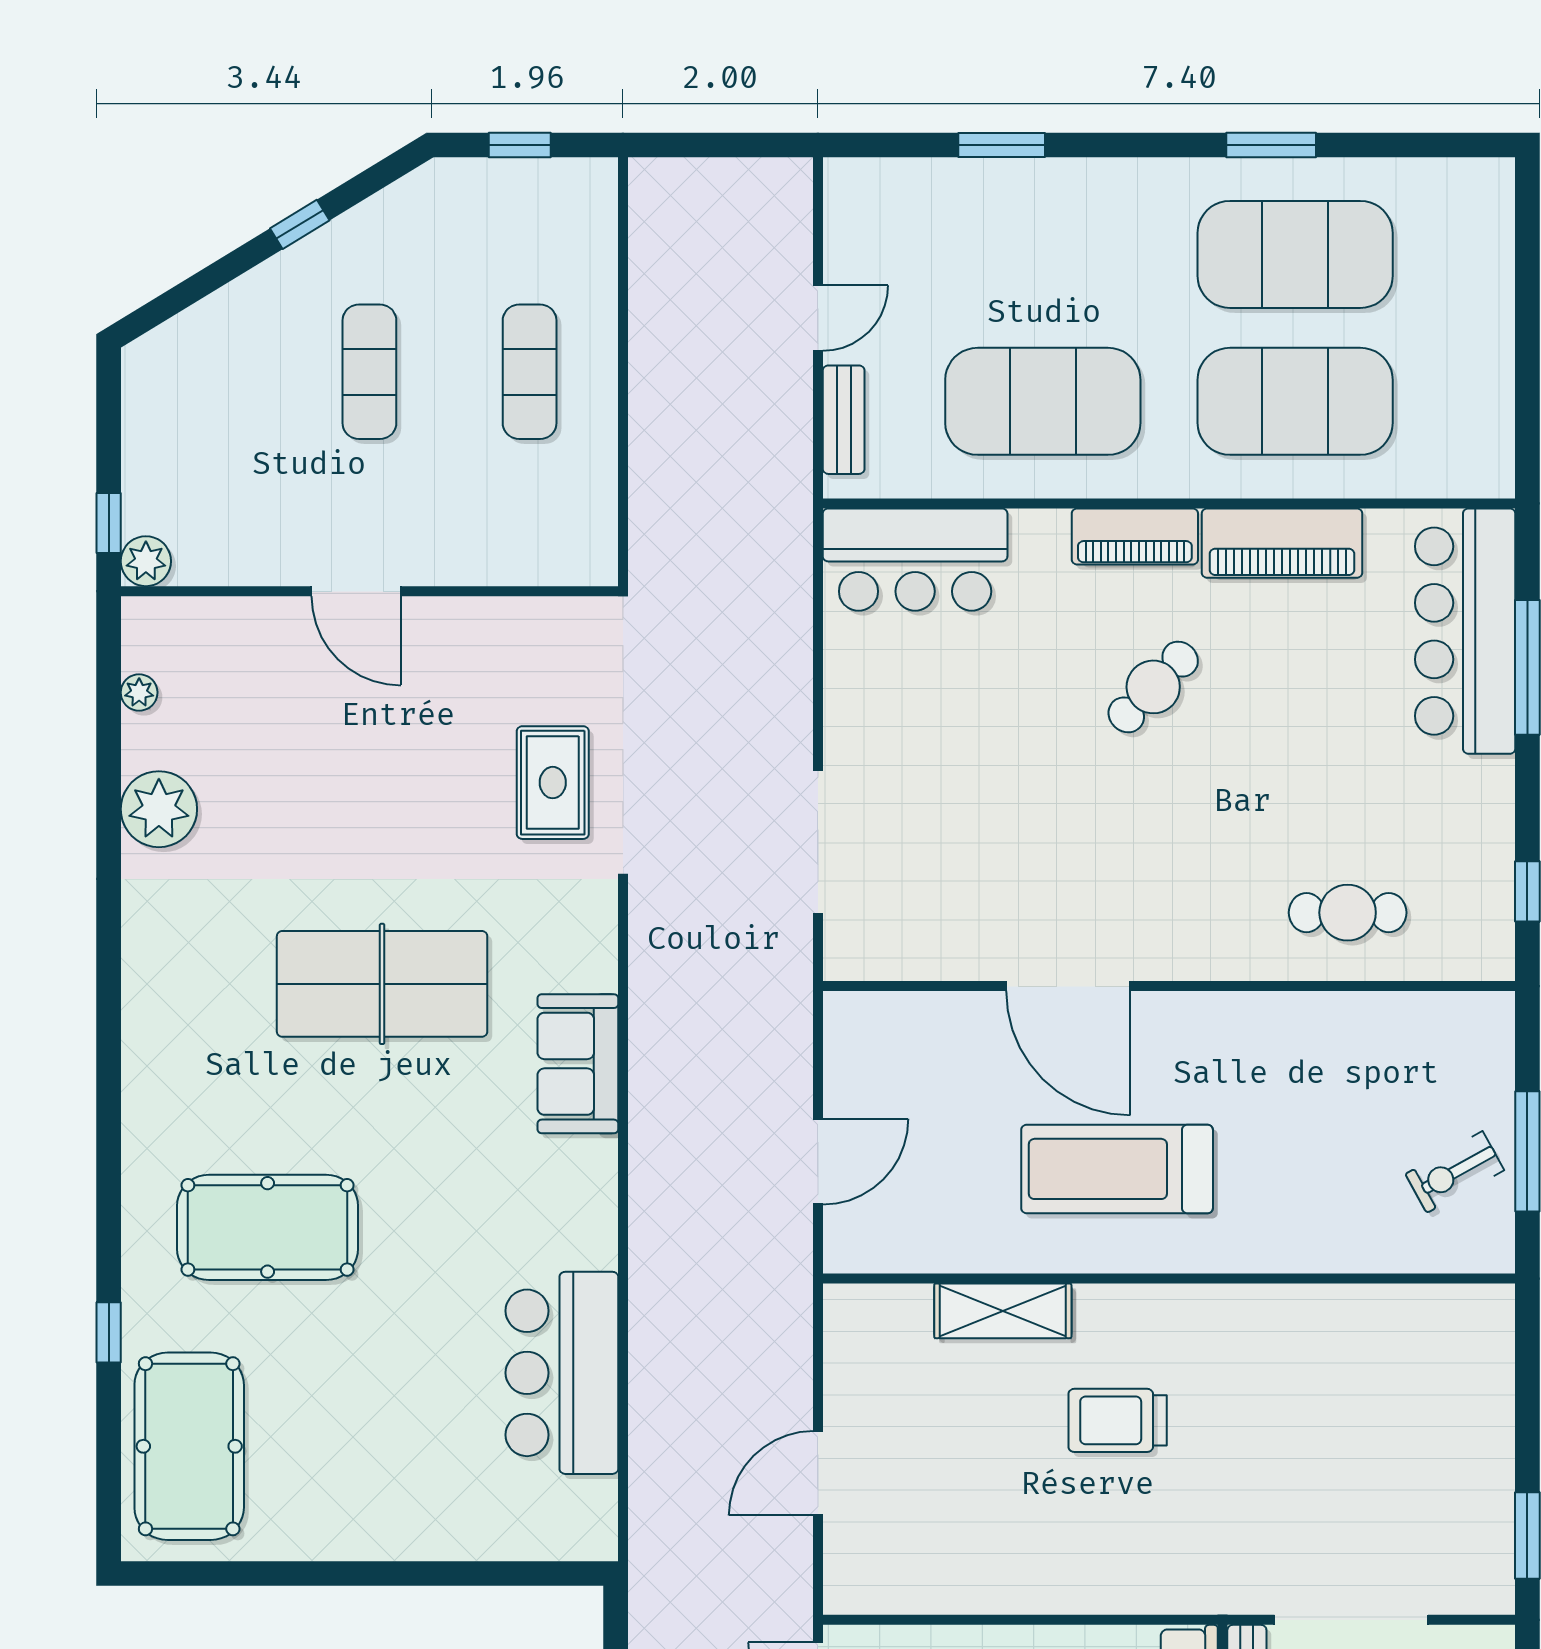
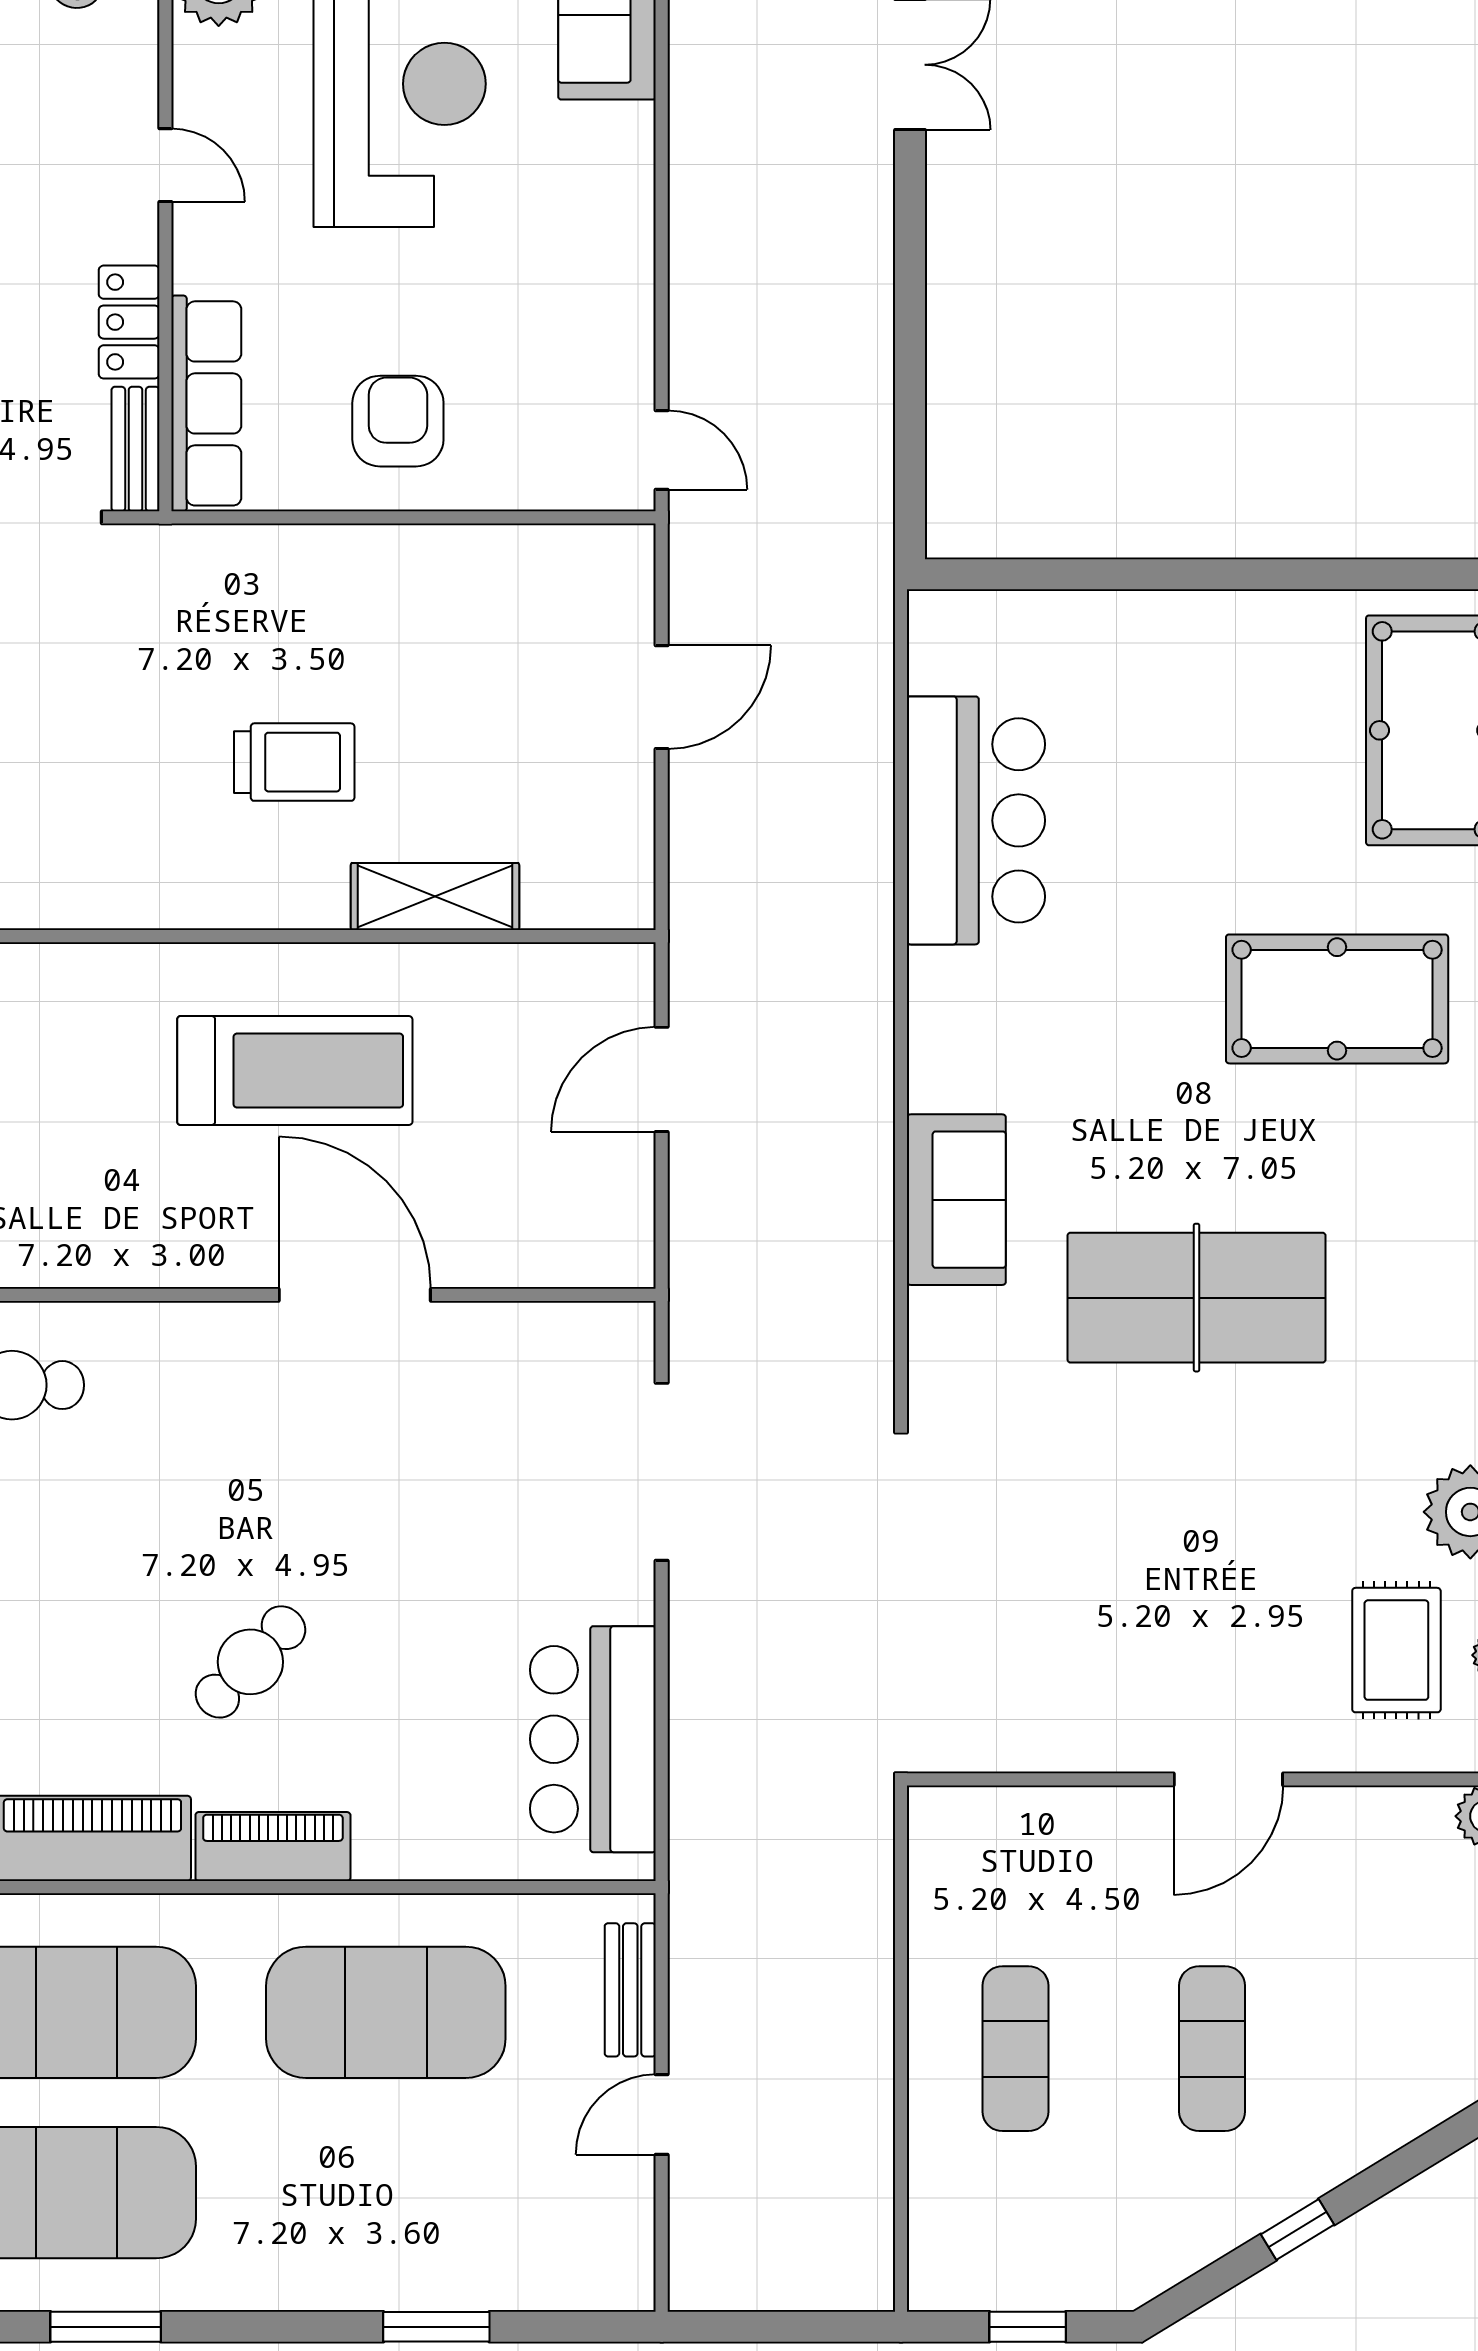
bar counter: (915, 560) -> (593, 1739), moved, turned -90
door: (356, 591) -> (1228, 1779), swing flipped
rug: (553, 783) -> (1396, 1650), moved

